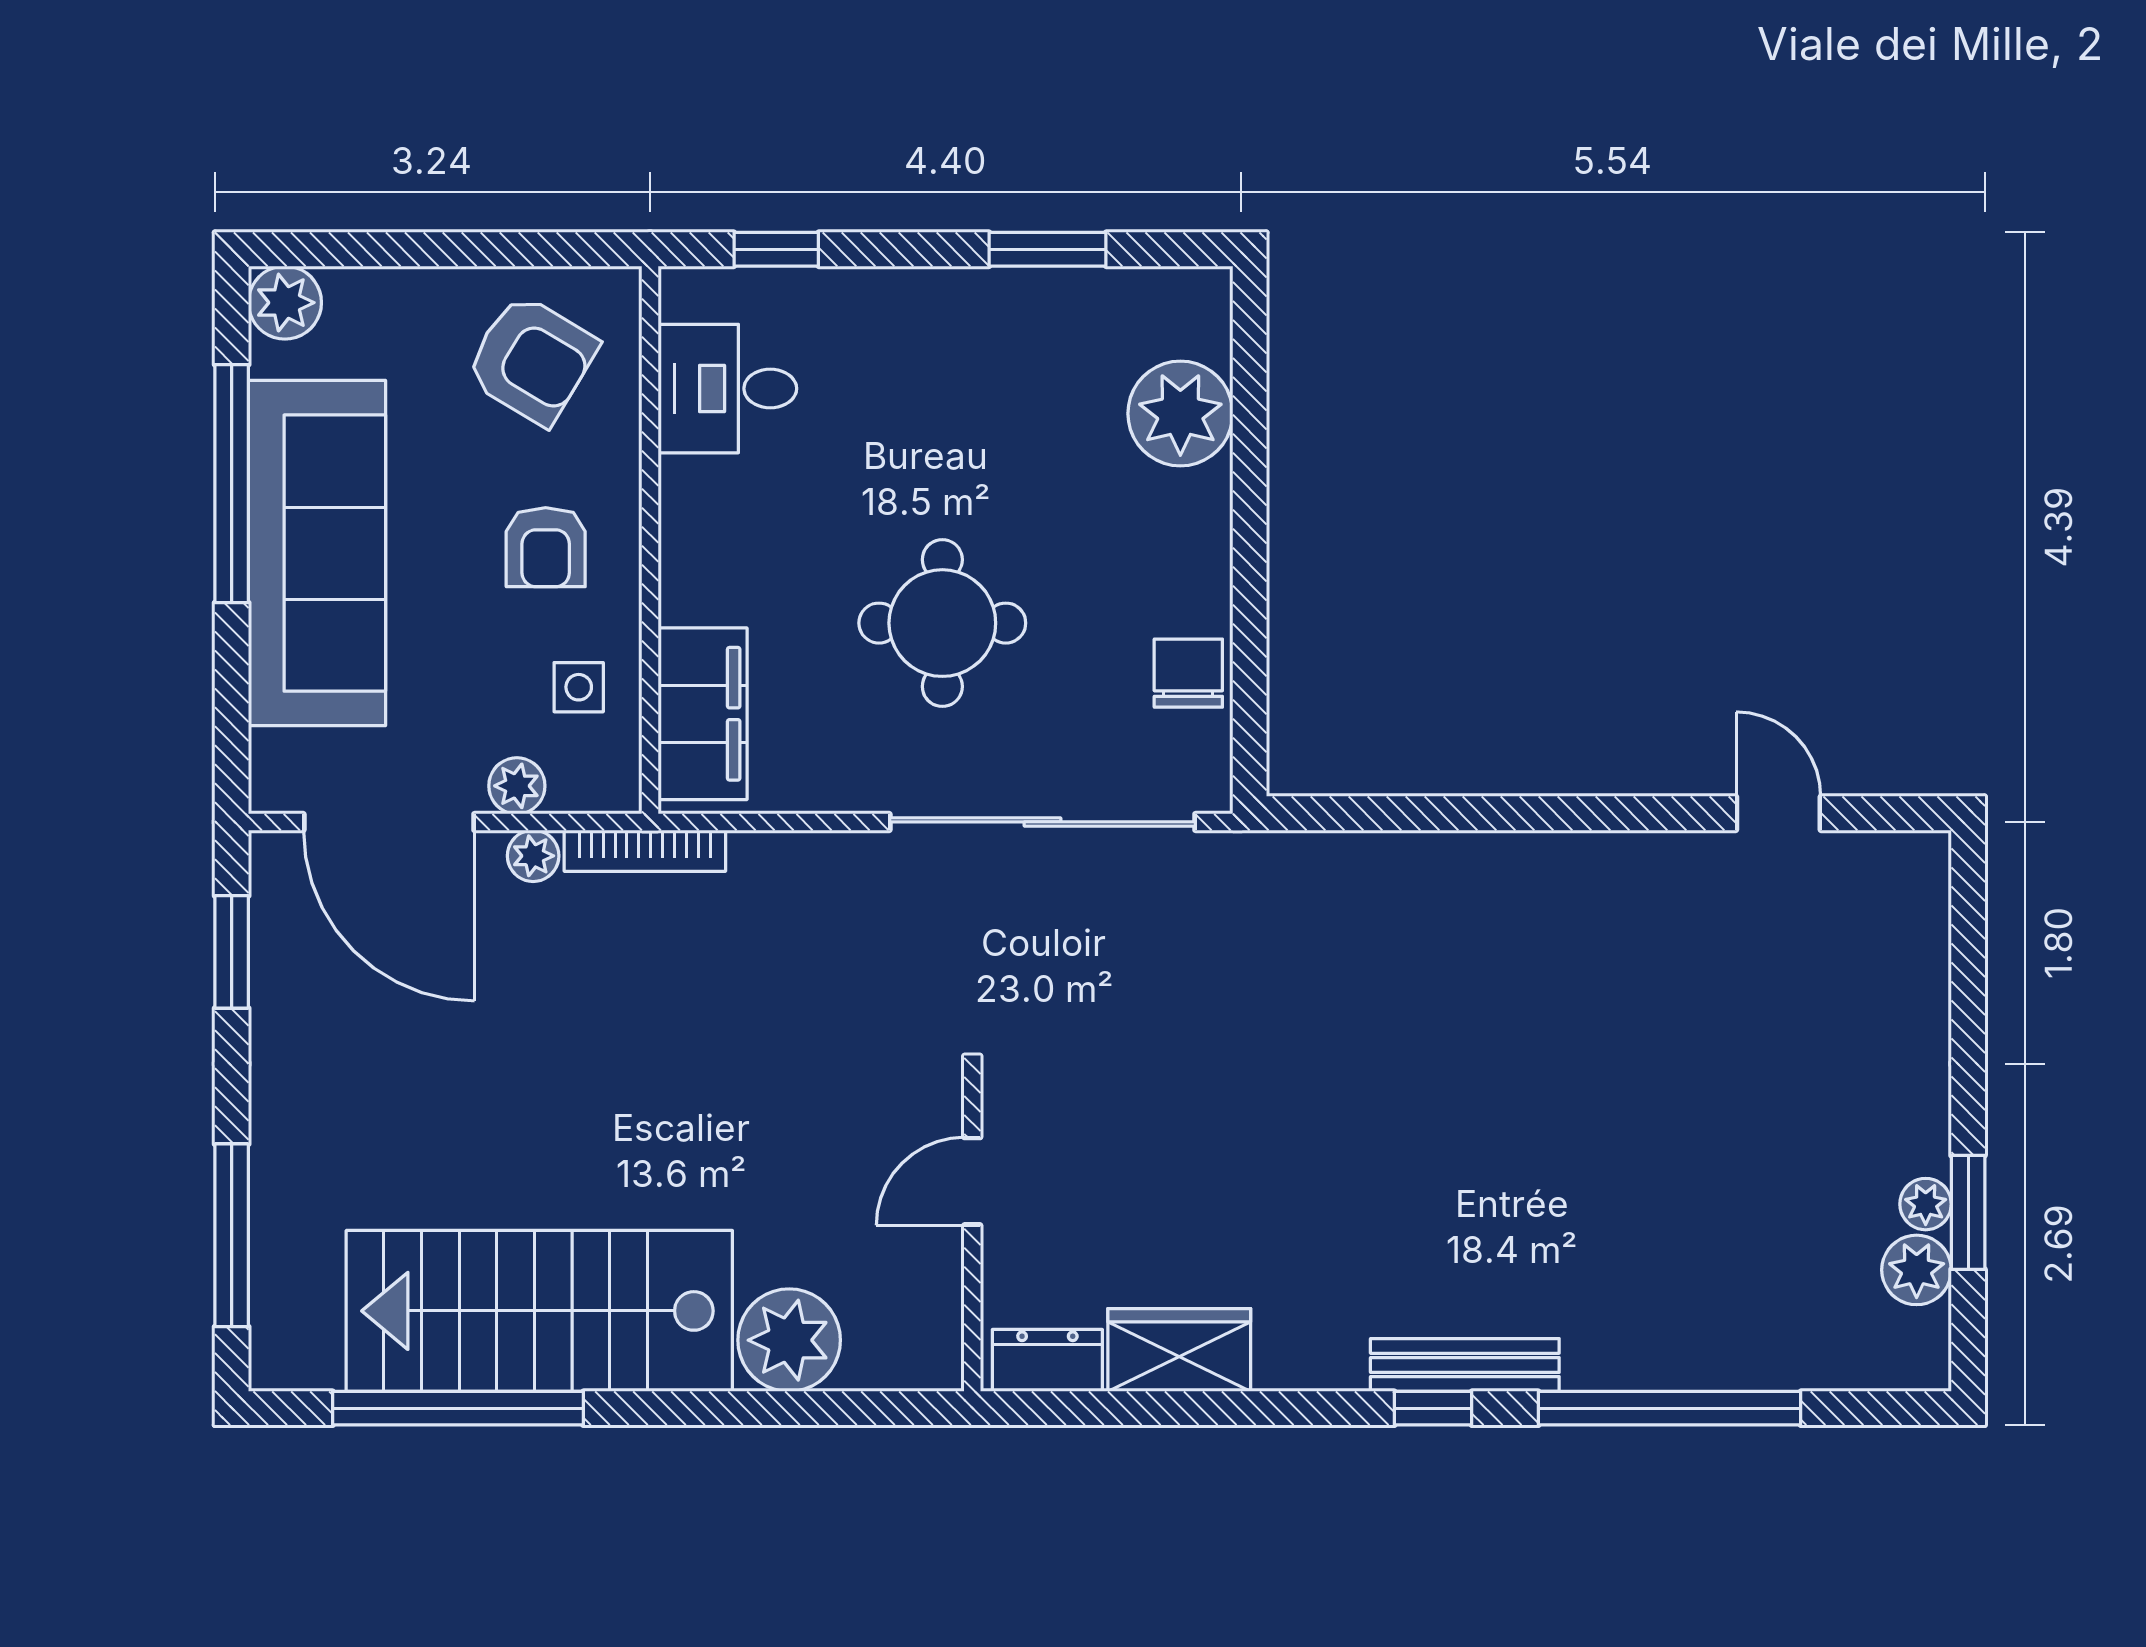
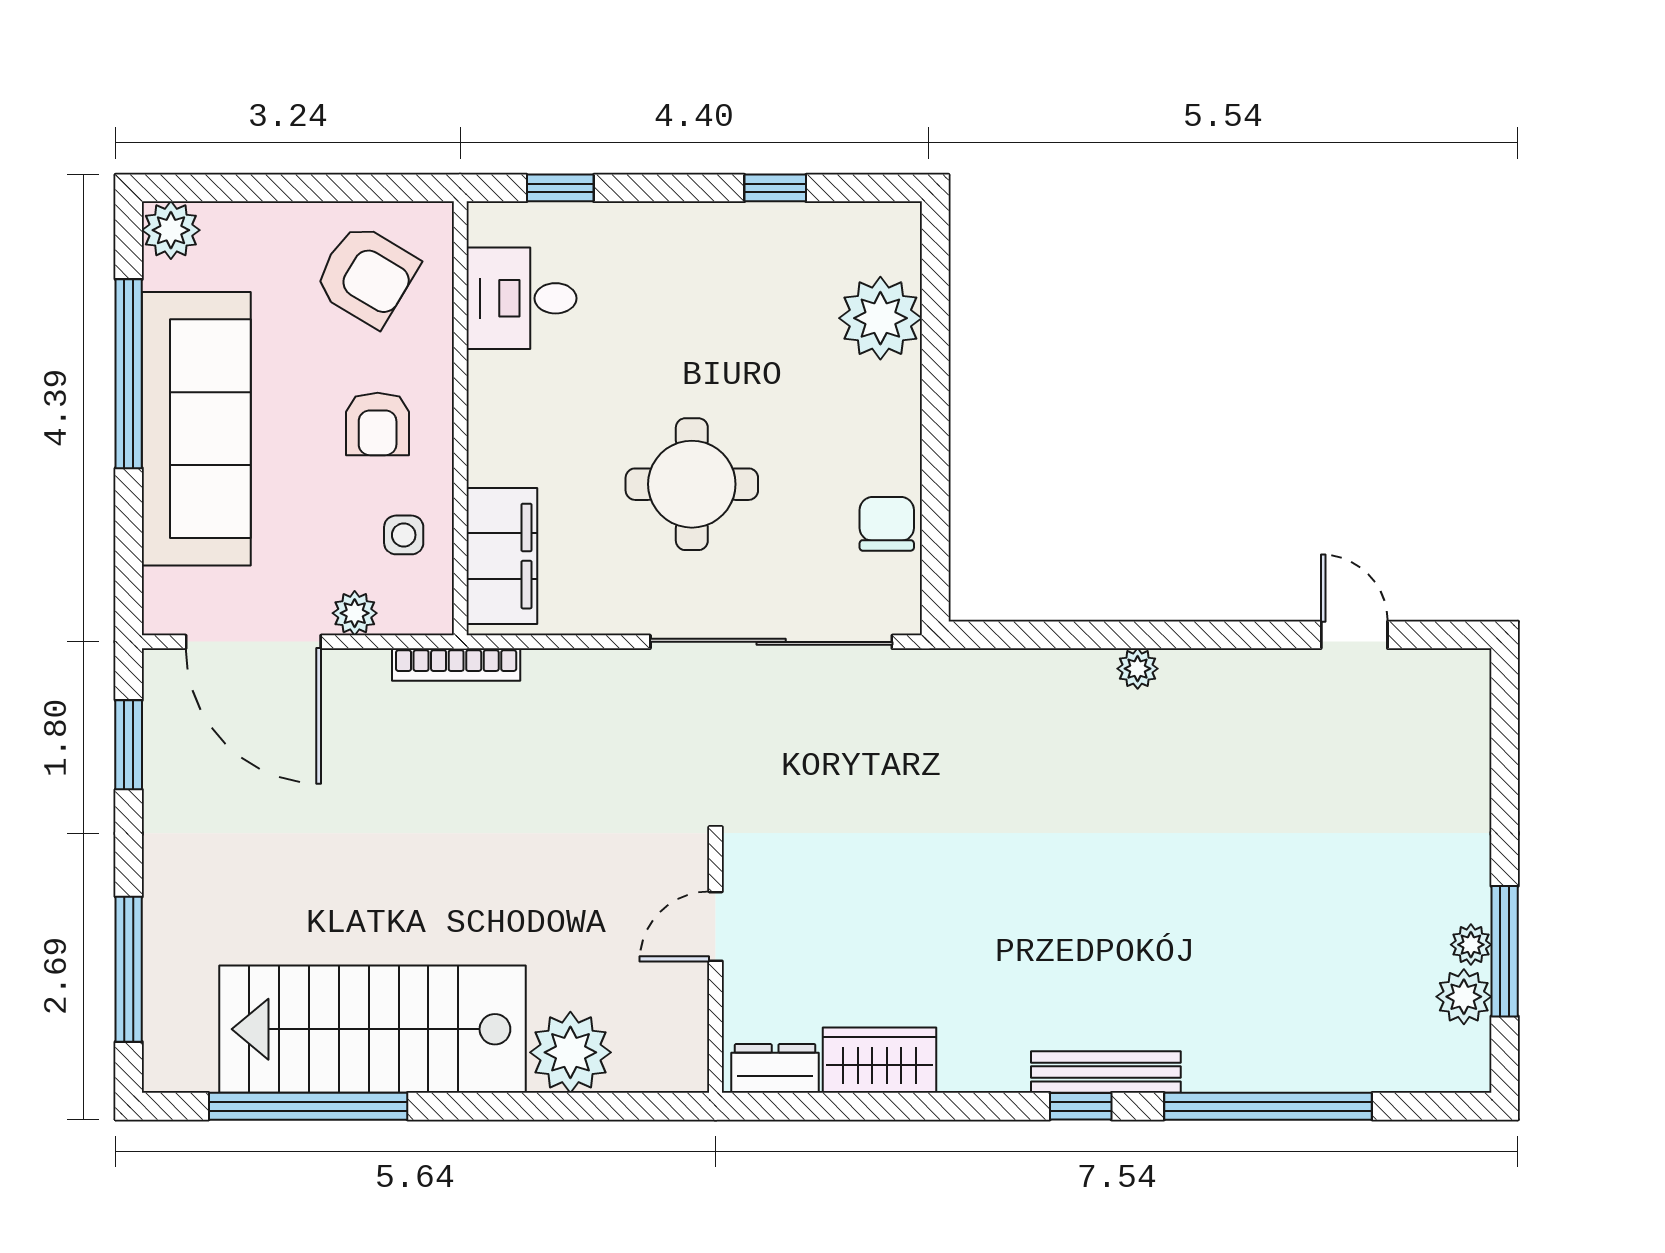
window: (1048, 249) -> (775, 188), width x0.67
plant: (533, 856) -> (1138, 669), moved
window: (1968, 1212) -> (1505, 951), width x1.44

